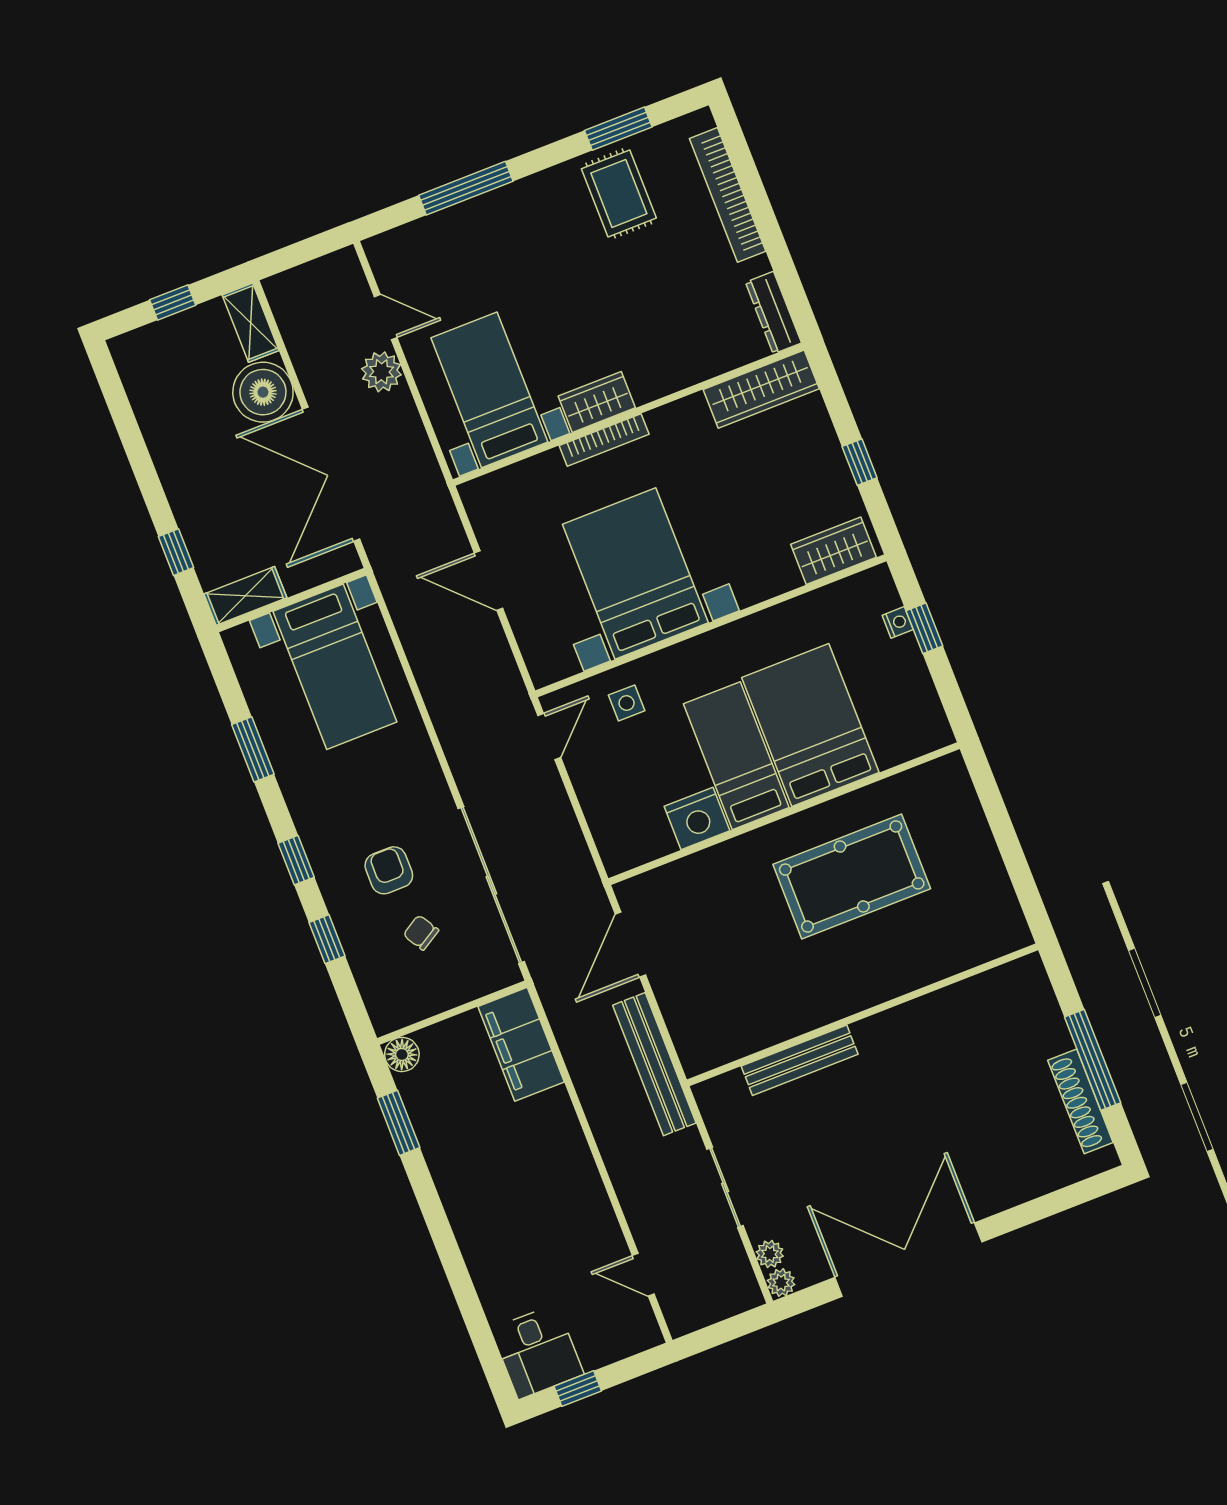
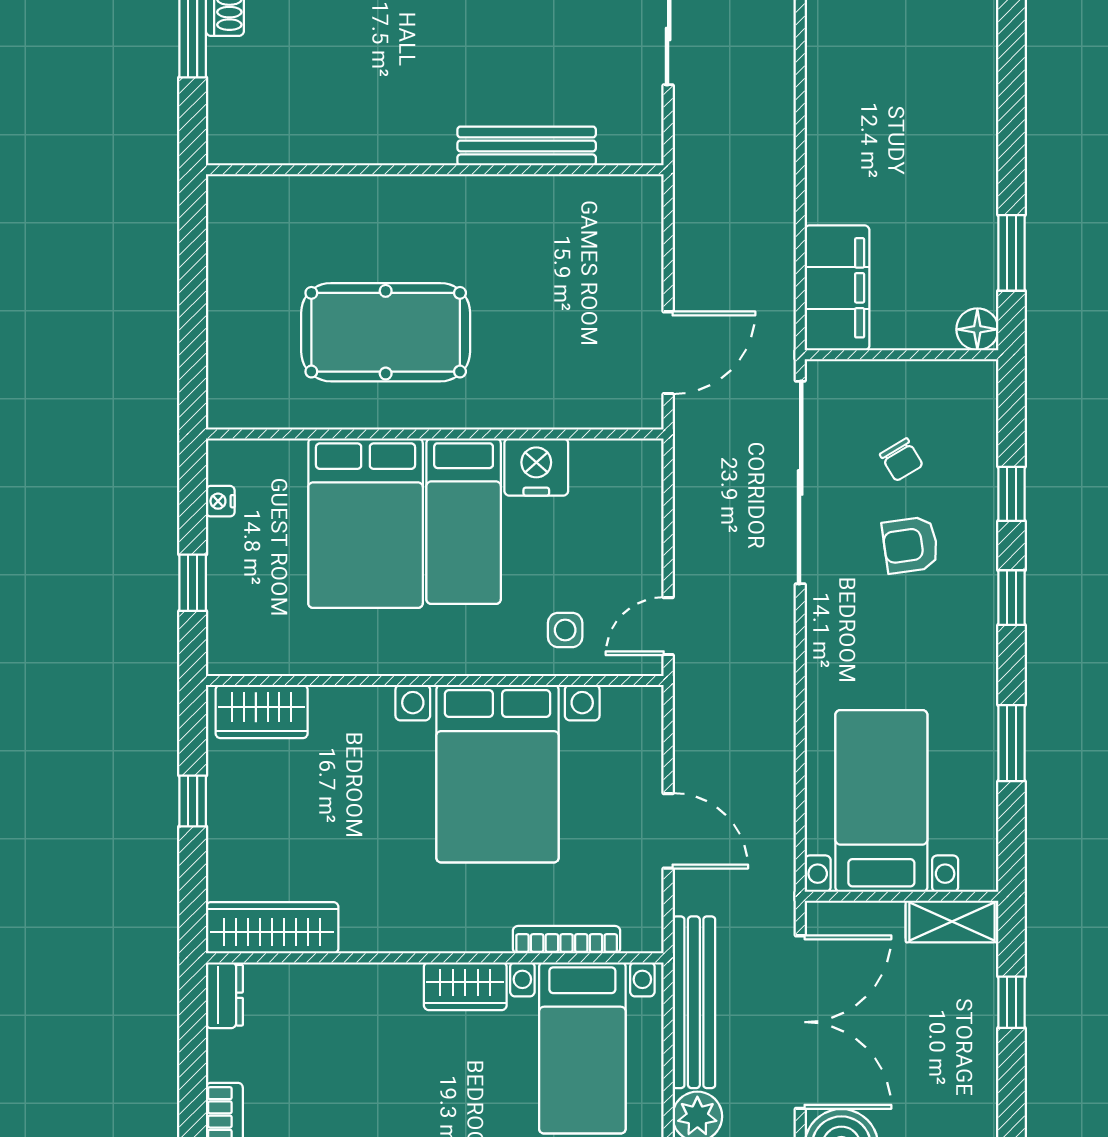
dresser: (773, 313) -> (224, 995), width x0.70
bookcase: (604, 440) -> (567, 940), moved
nightstand: (898, 622) -> (220, 501), moved
armchair: (389, 870) -> (910, 545), turned 82
bench: (654, 1064) -> (694, 1002), moved

